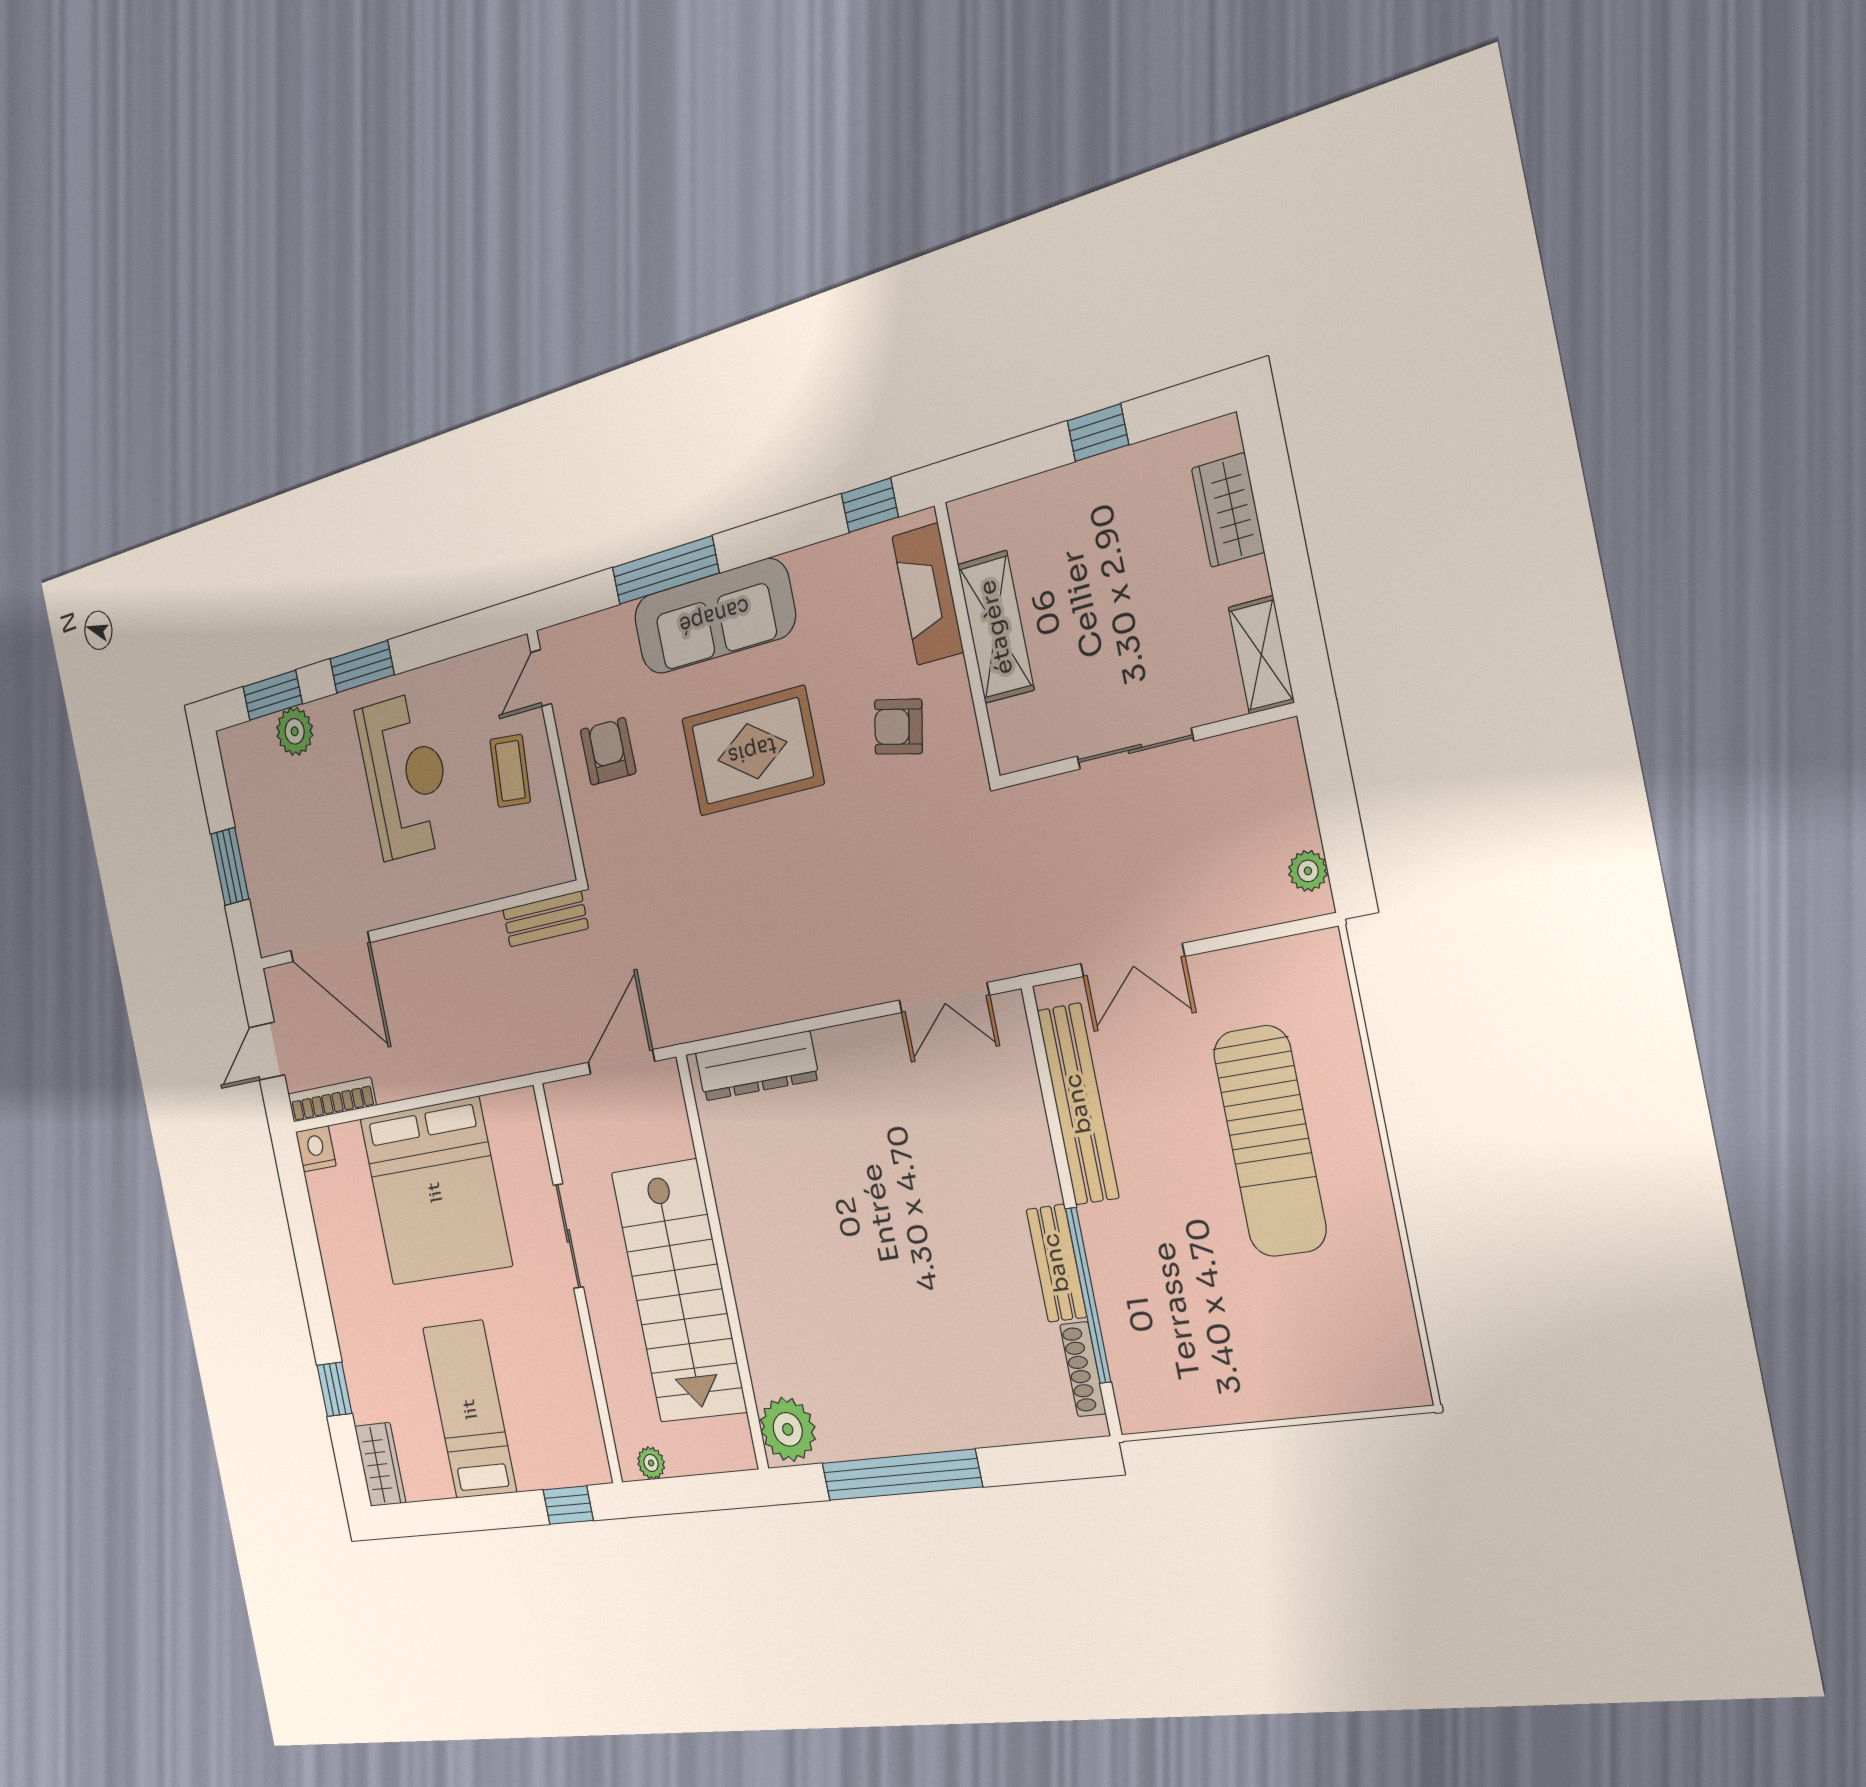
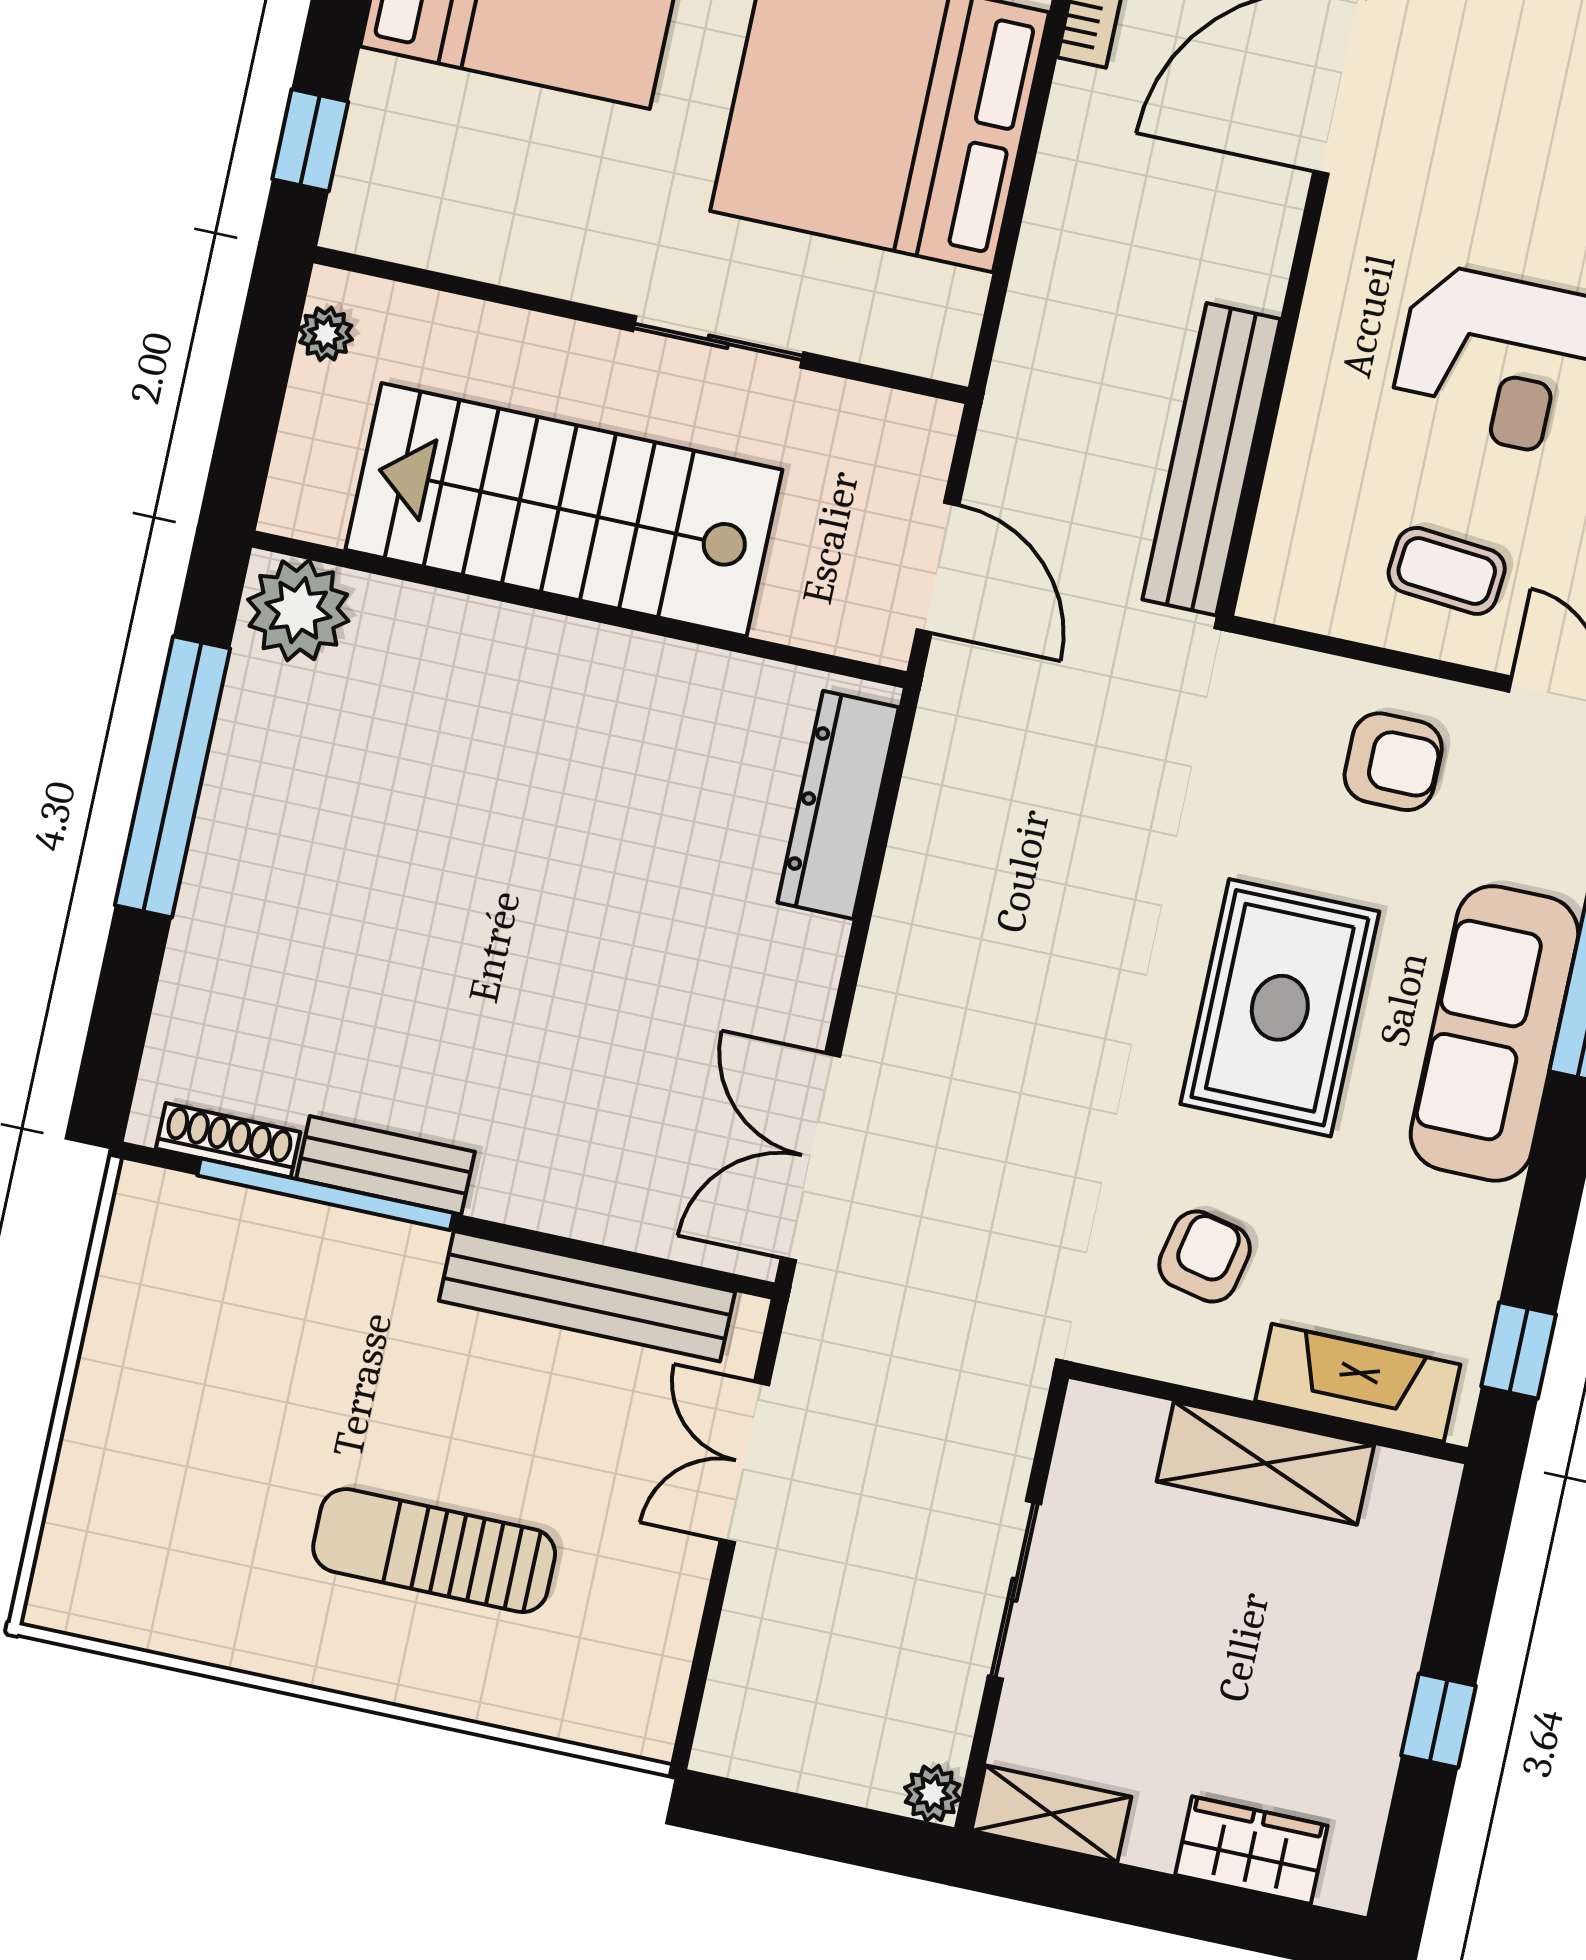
plant: (1308, 871) -> (933, 1793), moved
bench: (545, 919) -> (1211, 459), width x1.86, depth x1.21
double door: (944, 998) -> (810, 1157), width x1.37
sun lounger: (1270, 1141) -> (434, 1551), width x0.73, depth x0.75

